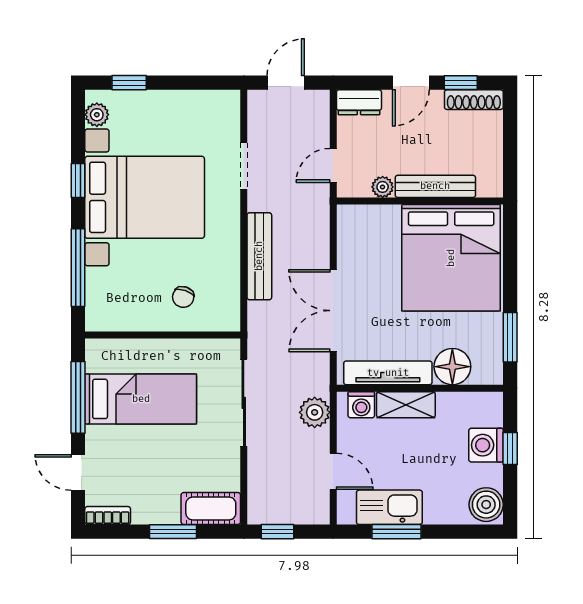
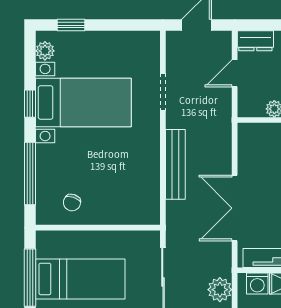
door: (333, 165) -> (235, 73), moved
bed with nightstands: (145, 197) -> (83, 102), width x0.73
chair: (183, 297) -> (72, 203), moved

